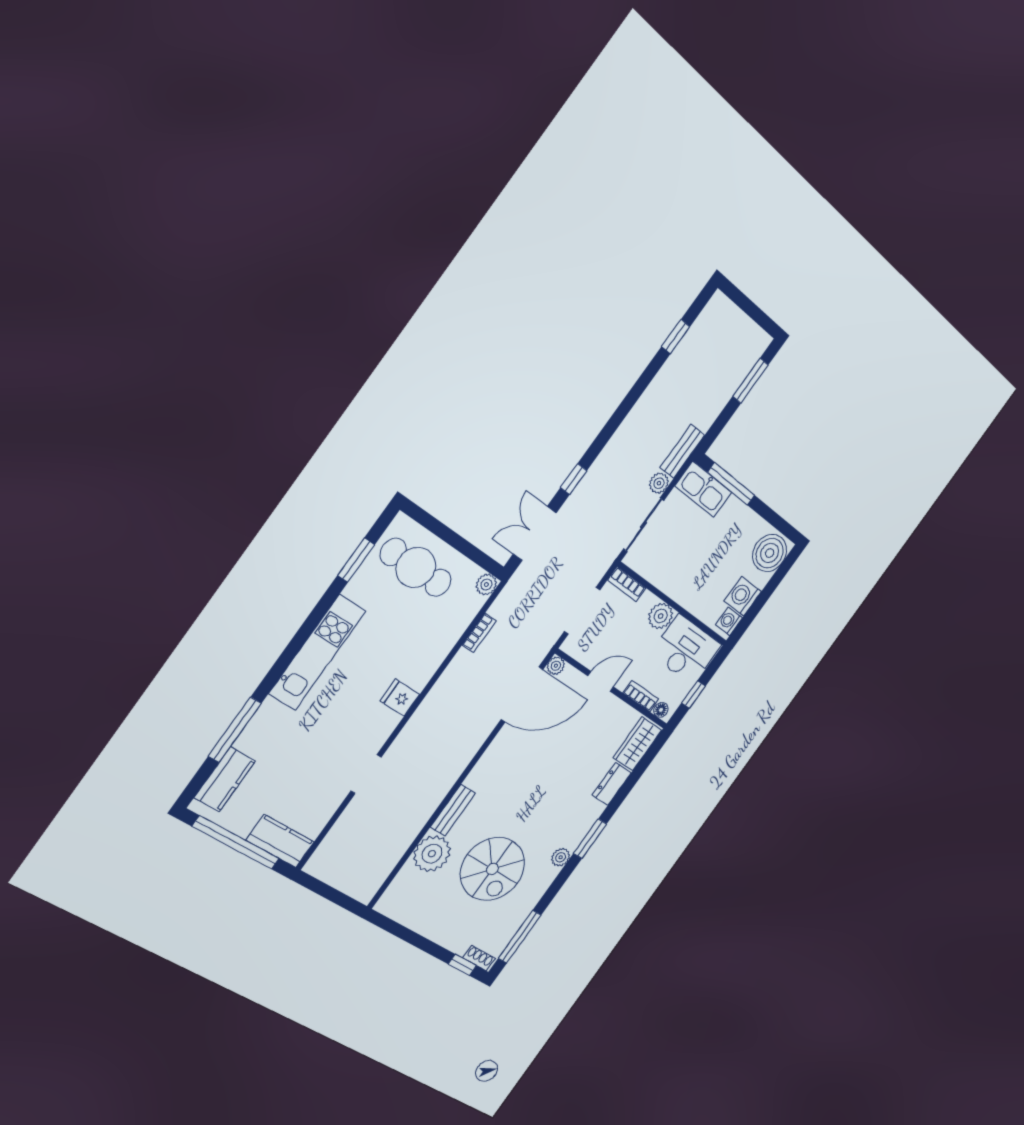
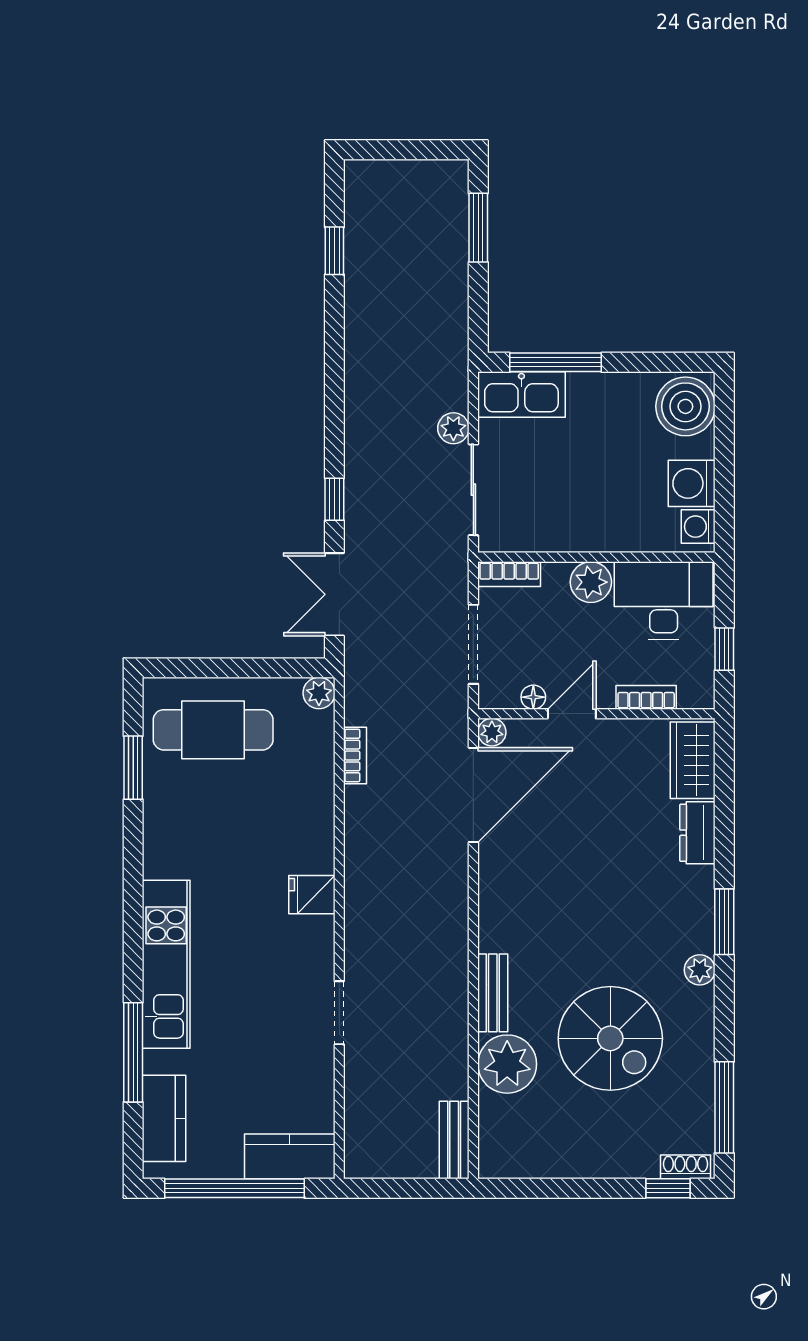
bench: (682, 451) -> (454, 1140), moved
kitchen unit: (317, 652) -> (166, 964), moved
floor lamp: (661, 710) -> (533, 697), moved

